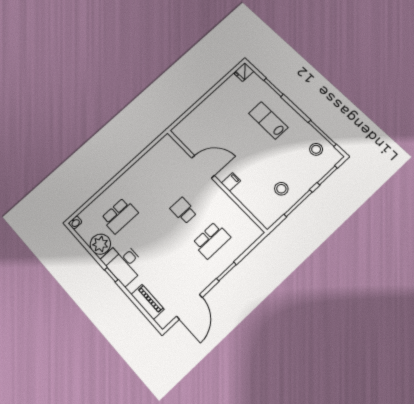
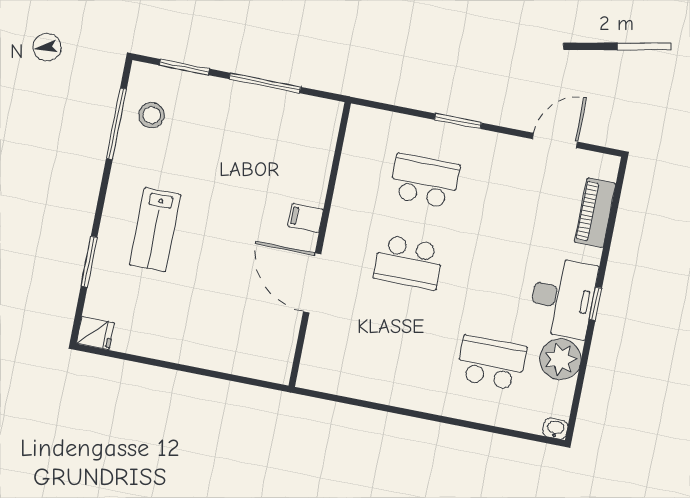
stool: (281, 189) -> (259, 127), removed
school desk: (183, 211) -> (409, 262), width x1.85
door: (189, 307) -> (555, 140), width x0.73

